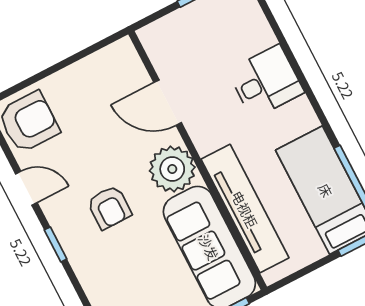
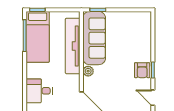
plant: (172, 169) -> (88, 71), width x0.53, depth x0.53
armchair: (109, 207) -> (142, 70), moved, turned 180

